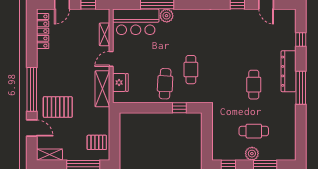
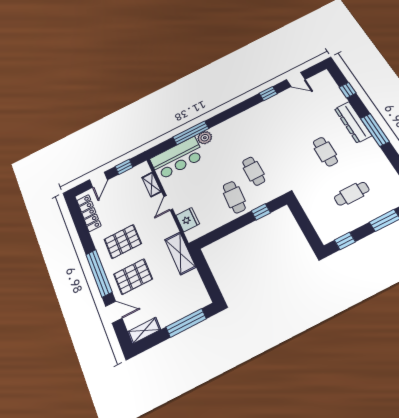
shelving: (102, 89) -> (180, 253), moved
pallet: (97, 142) -> (123, 241), moved, width x1.50, depth x1.42
plant: (252, 154) -> (363, 216), removed

